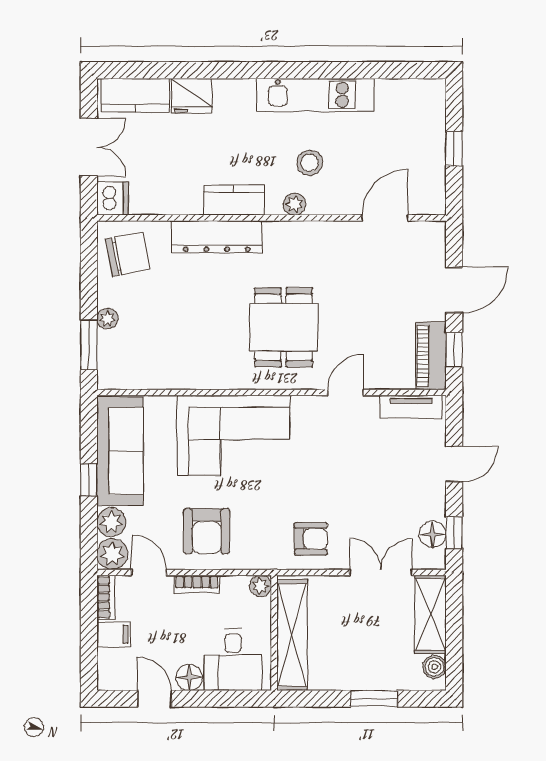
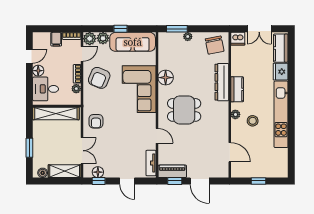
kitchen unit: (315, 95) -> (281, 114), width x1.36
floor lamp: (206, 372) -> (166, 78), added
armchair: (207, 531) -> (99, 78), turned -68
plant: (261, 586) -> (76, 89), moved

